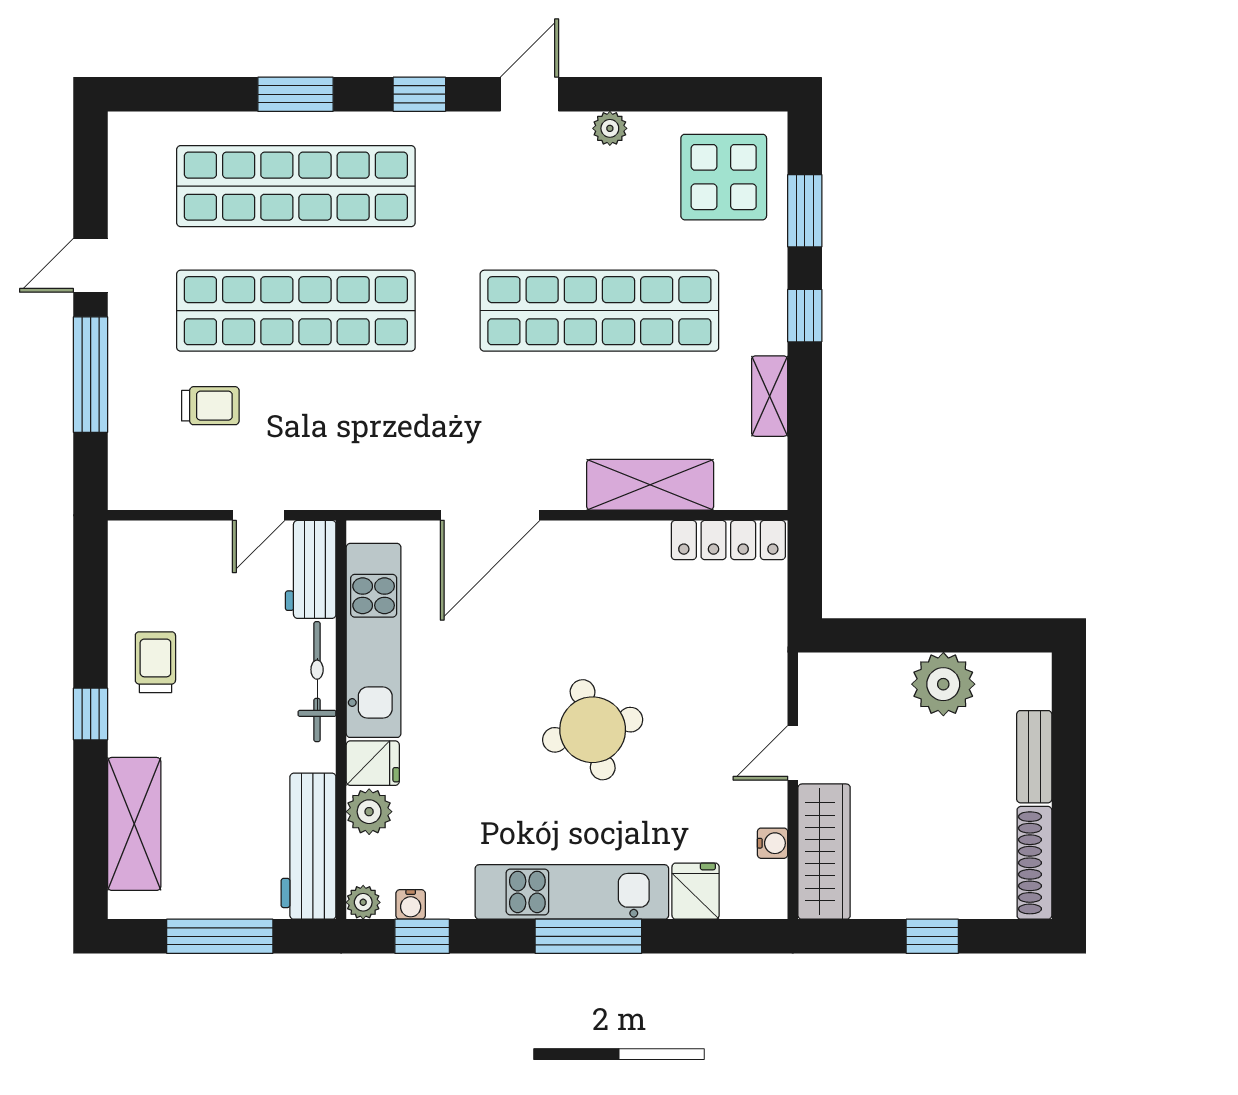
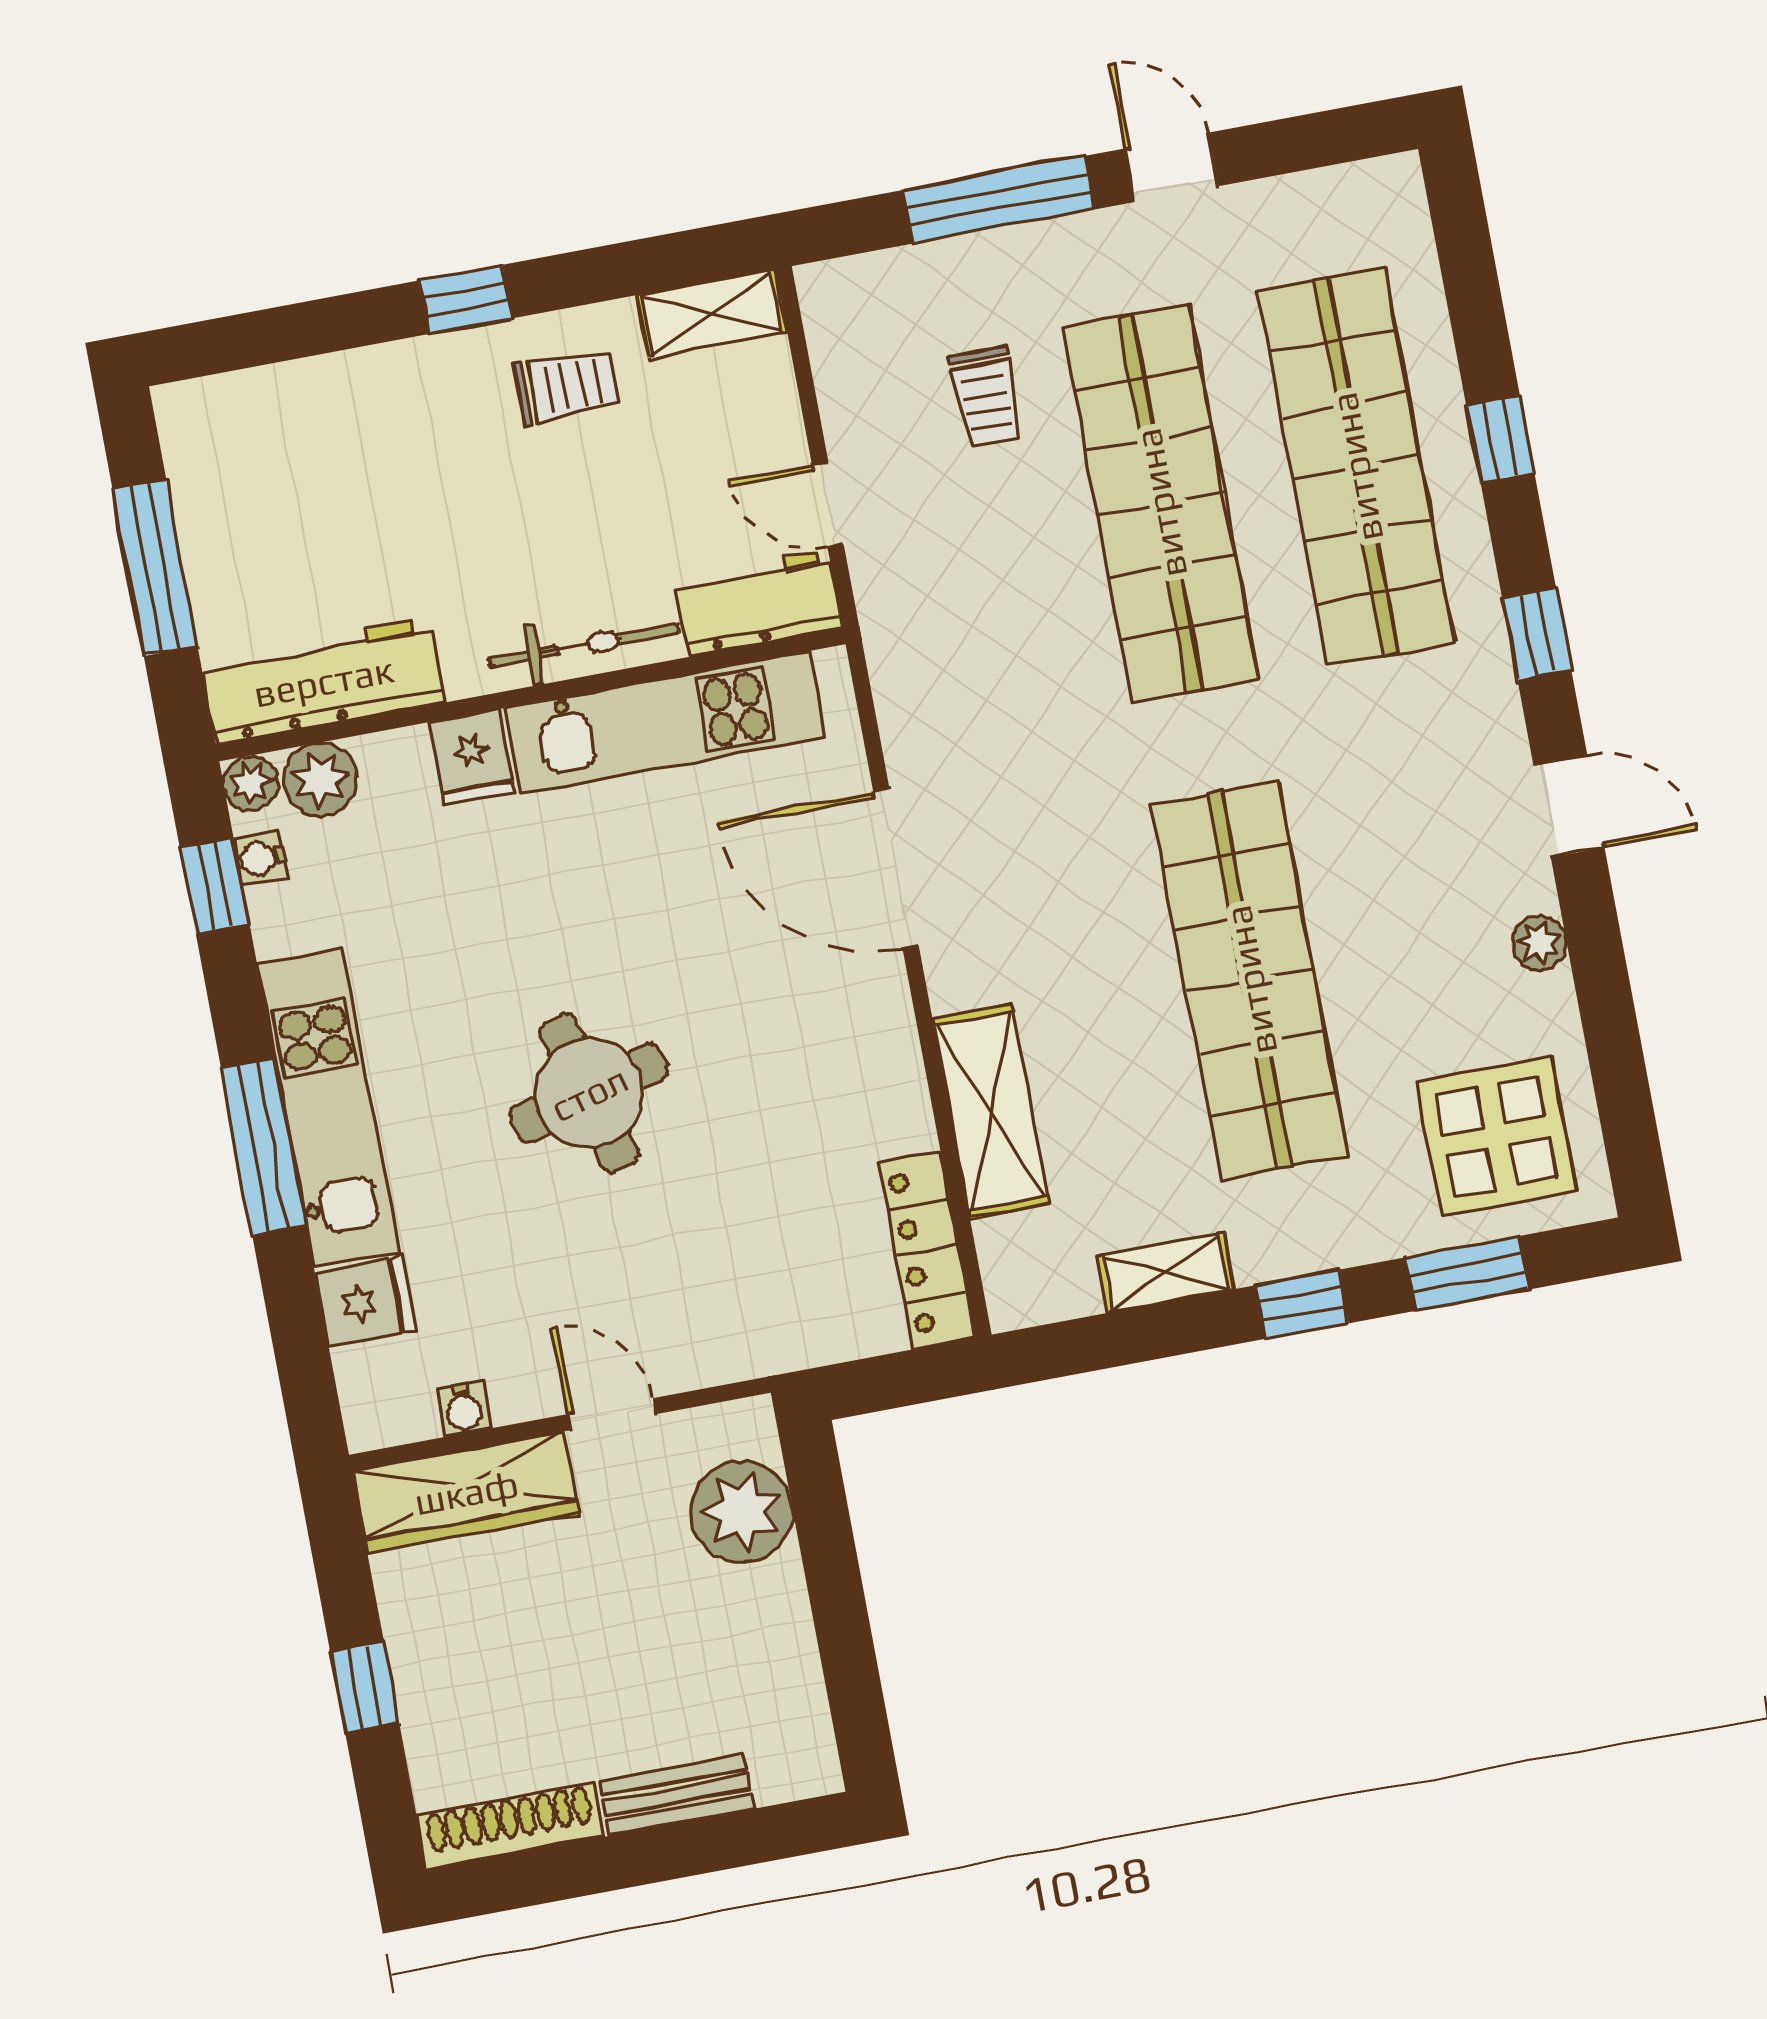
window: (295, 94) -> (1500, 439), width x0.67
plant: (943, 684) -> (742, 1512), moved
plant: (369, 812) -> (320, 780), moved
shelving: (134, 824) -> (712, 314), moved, width x0.67, depth x0.75

